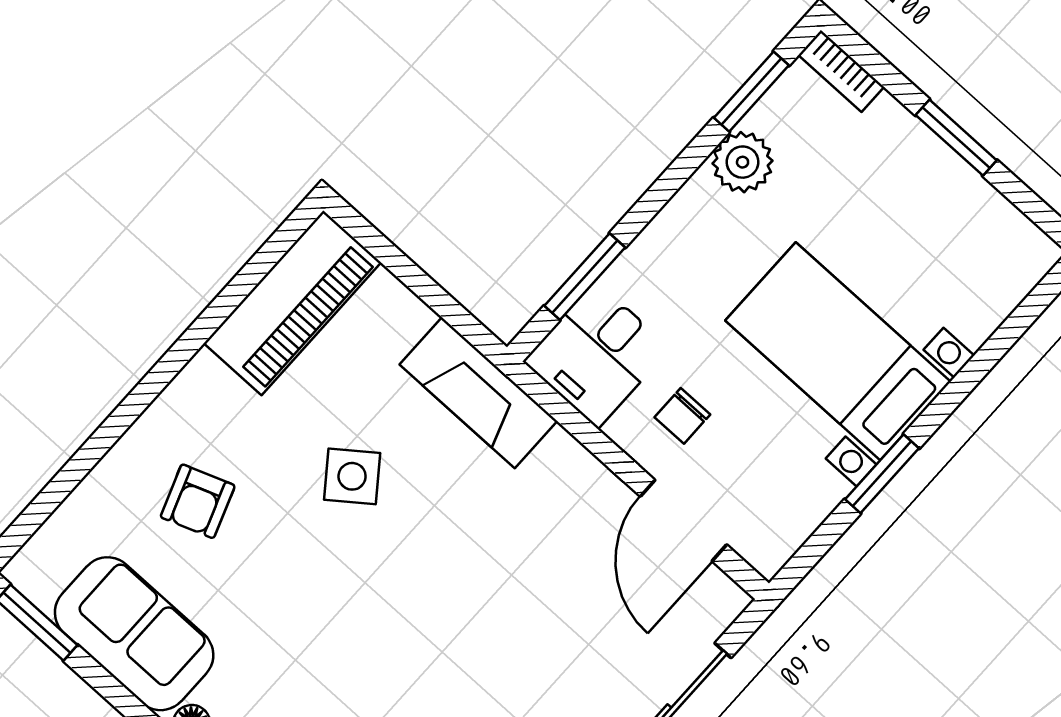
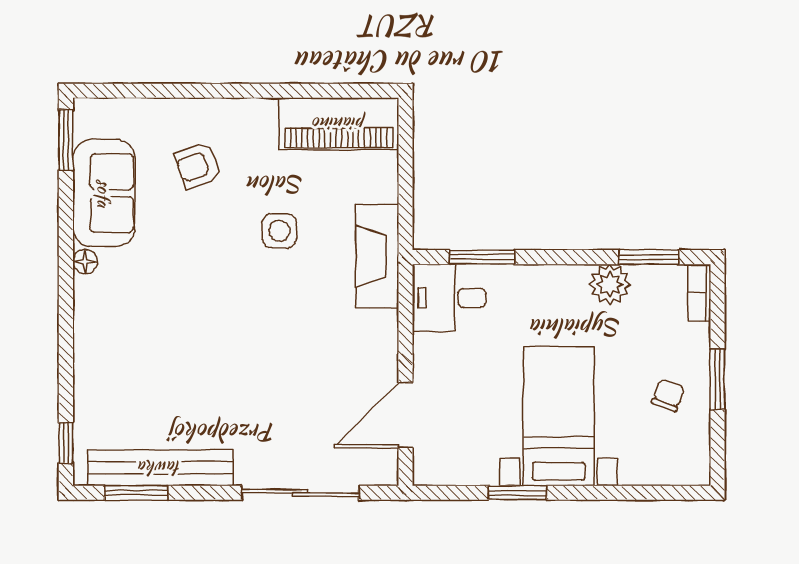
chair: (682, 416) -> (668, 395), moved, turned 111
side table: (352, 476) -> (279, 231), turned 37

